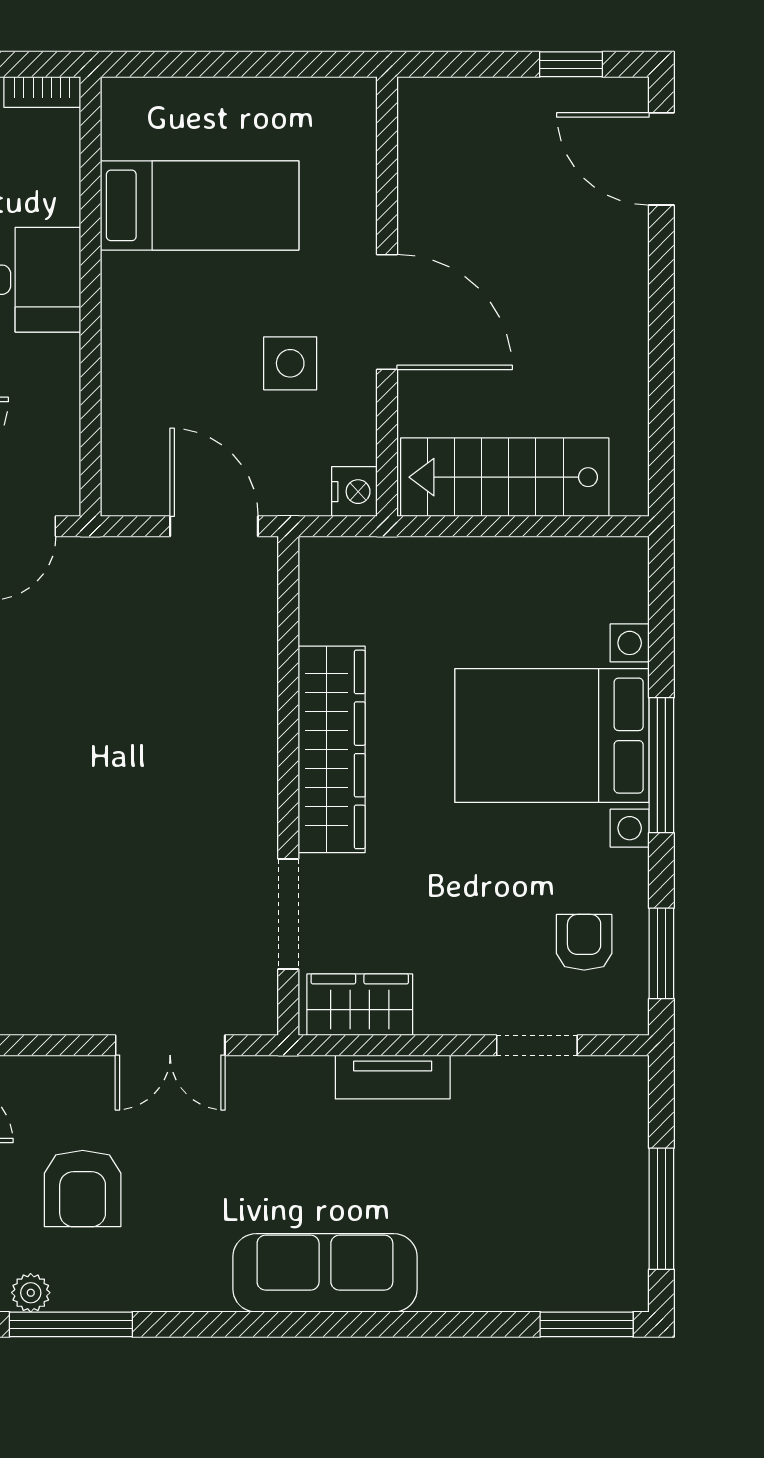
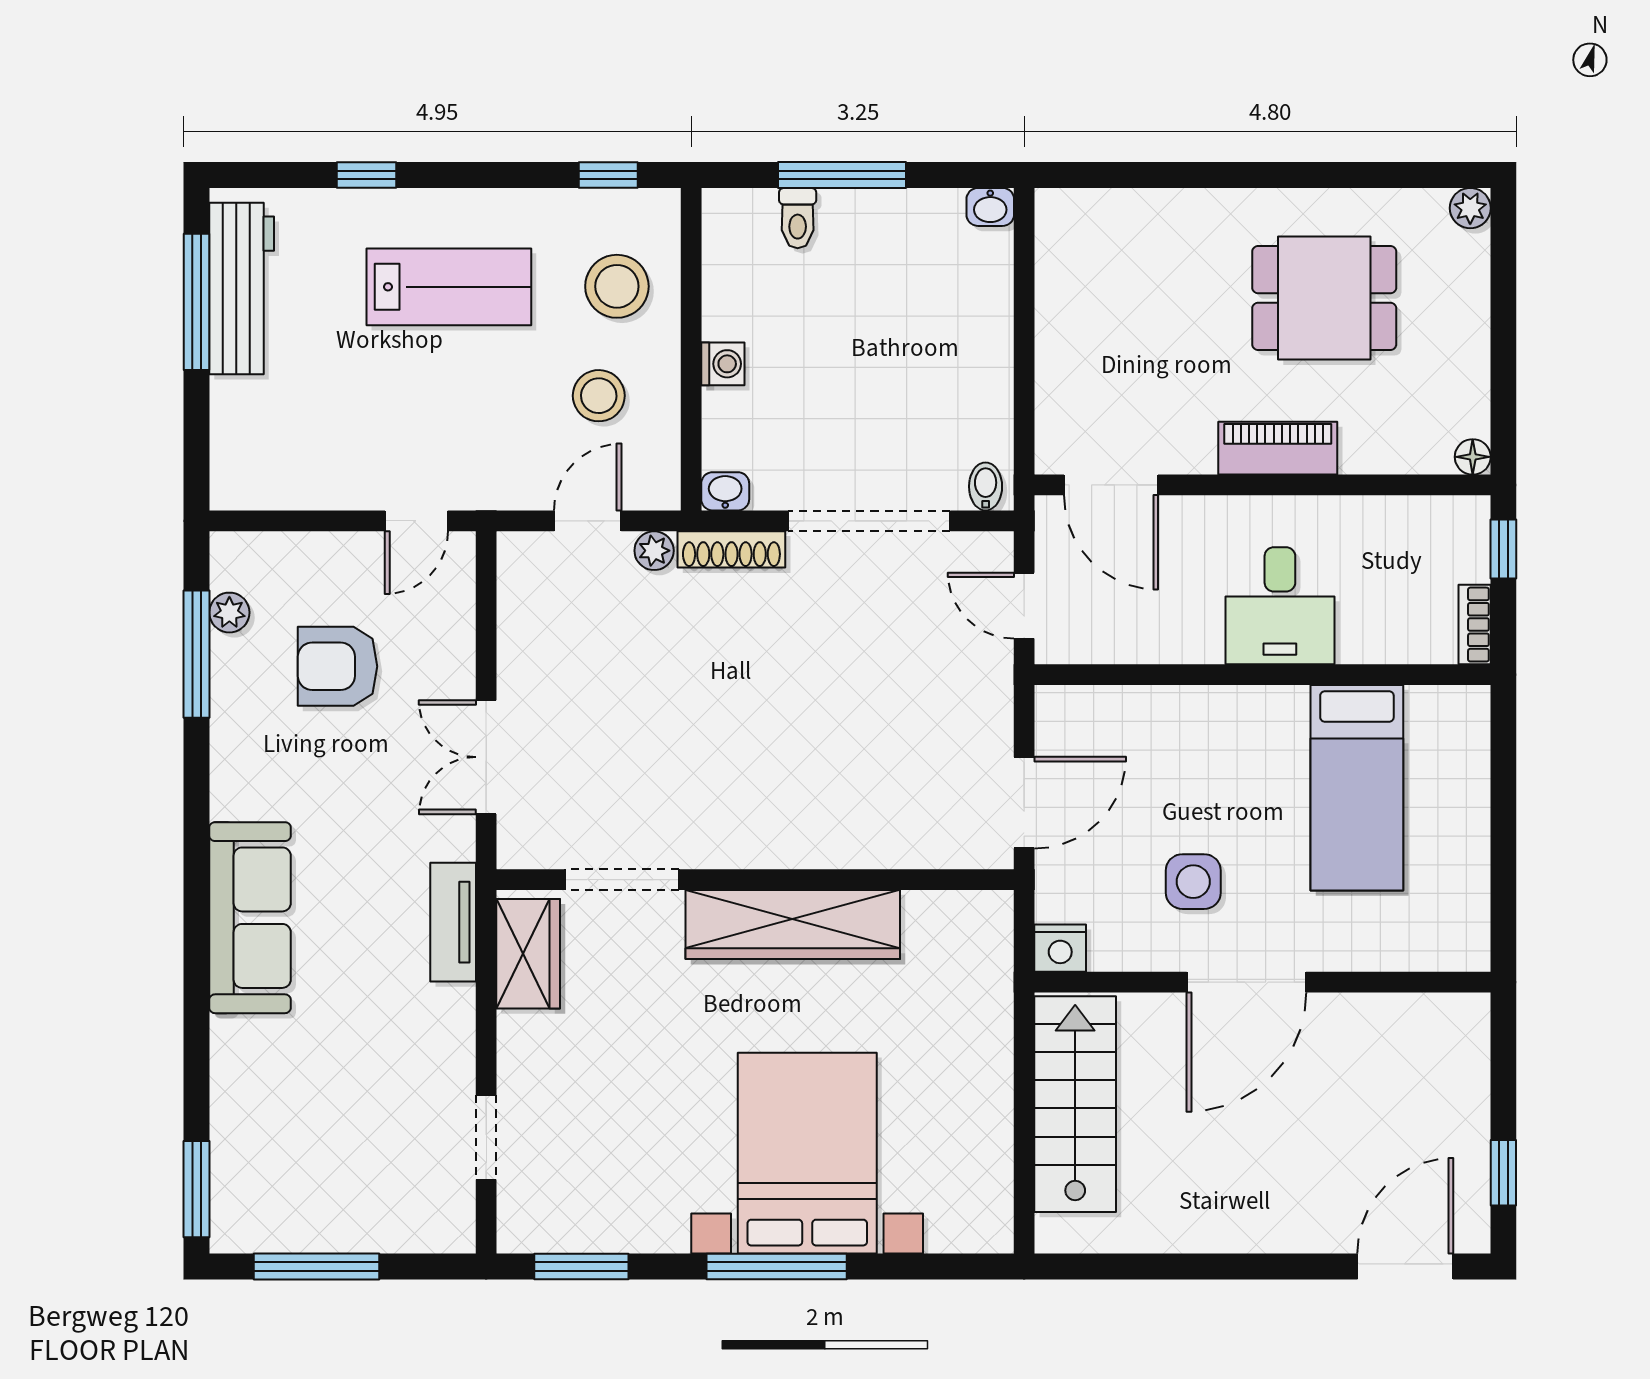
armchair: (584, 942) -> (593, 1186), removed
tv unit: (393, 1077) -> (453, 922), moved

